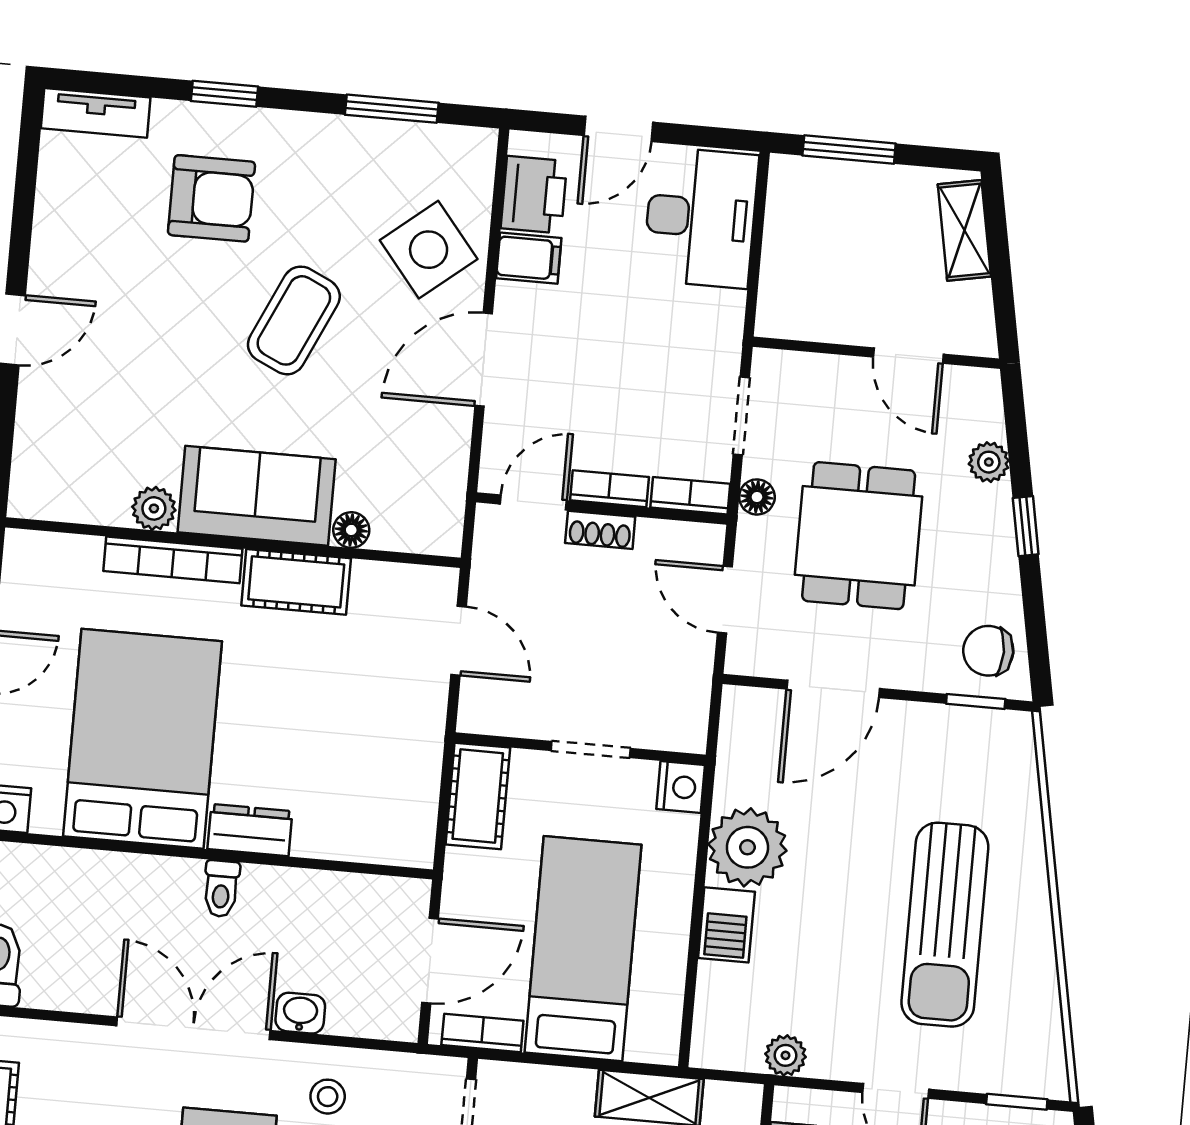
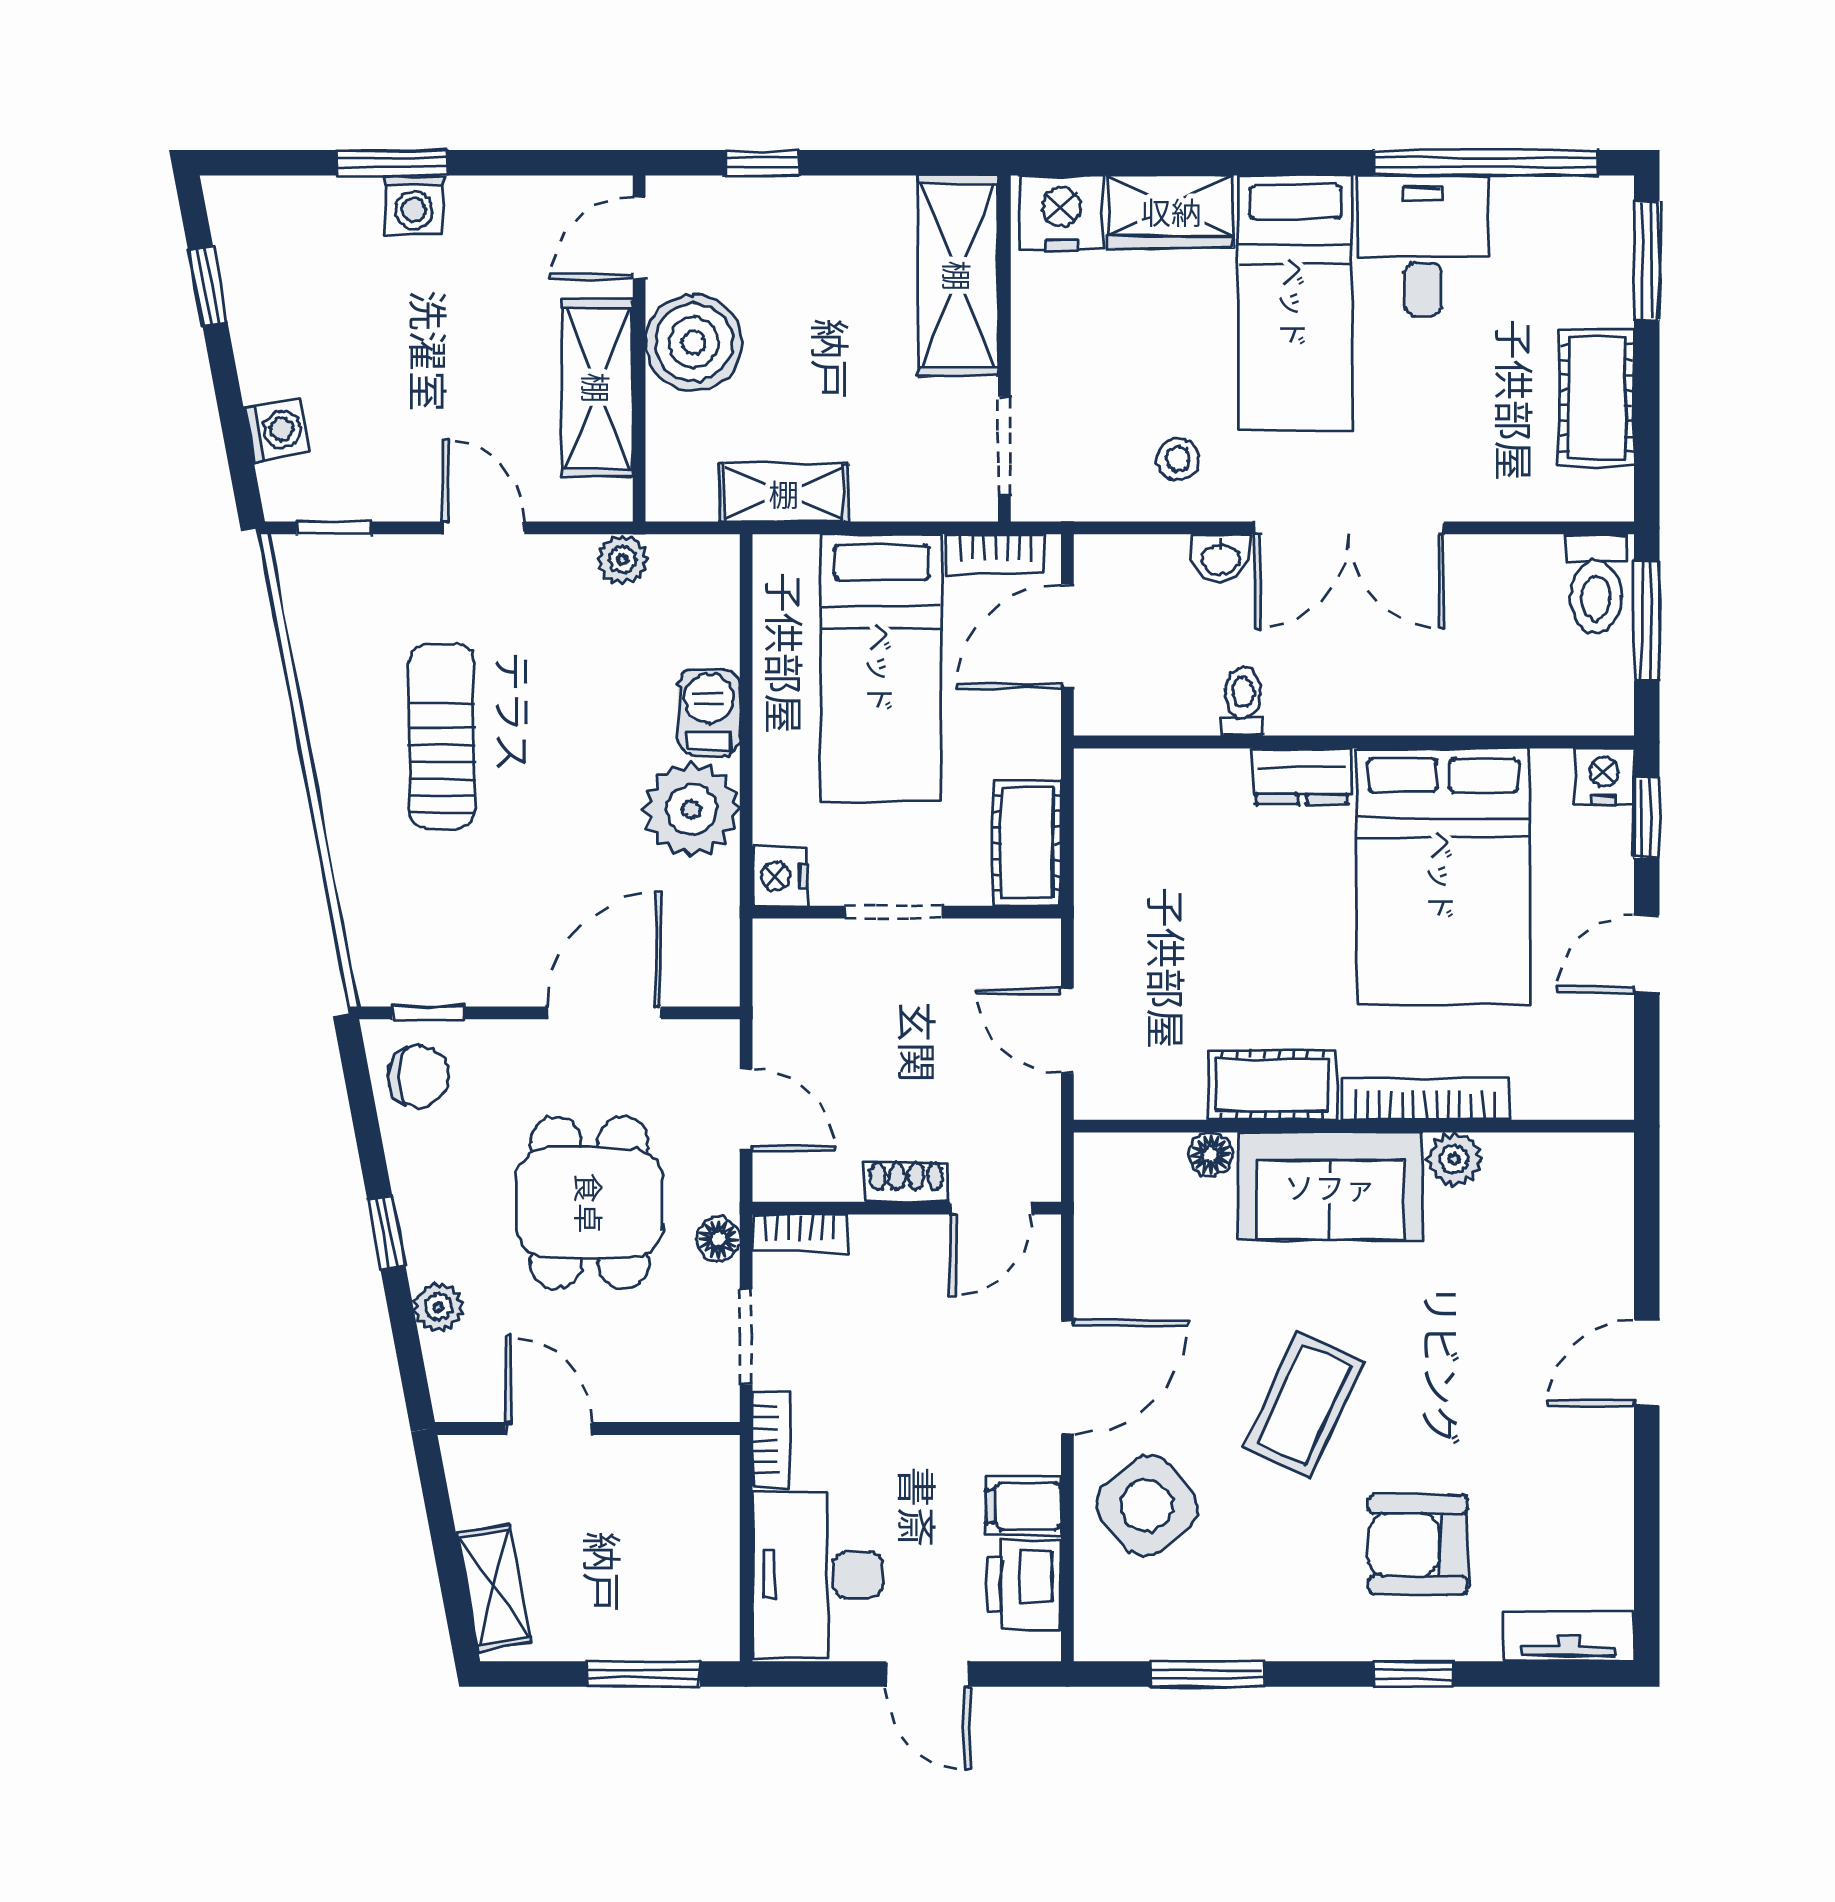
door: (618, 129) -> (928, 1674), swing flipped
bookcase: (610, 489) -> (771, 1440), moved, turned -90
toilet: (221, 889) -> (1243, 702), moved
sun lounger: (945, 925) -> (442, 737), width x0.73, depth x0.75

